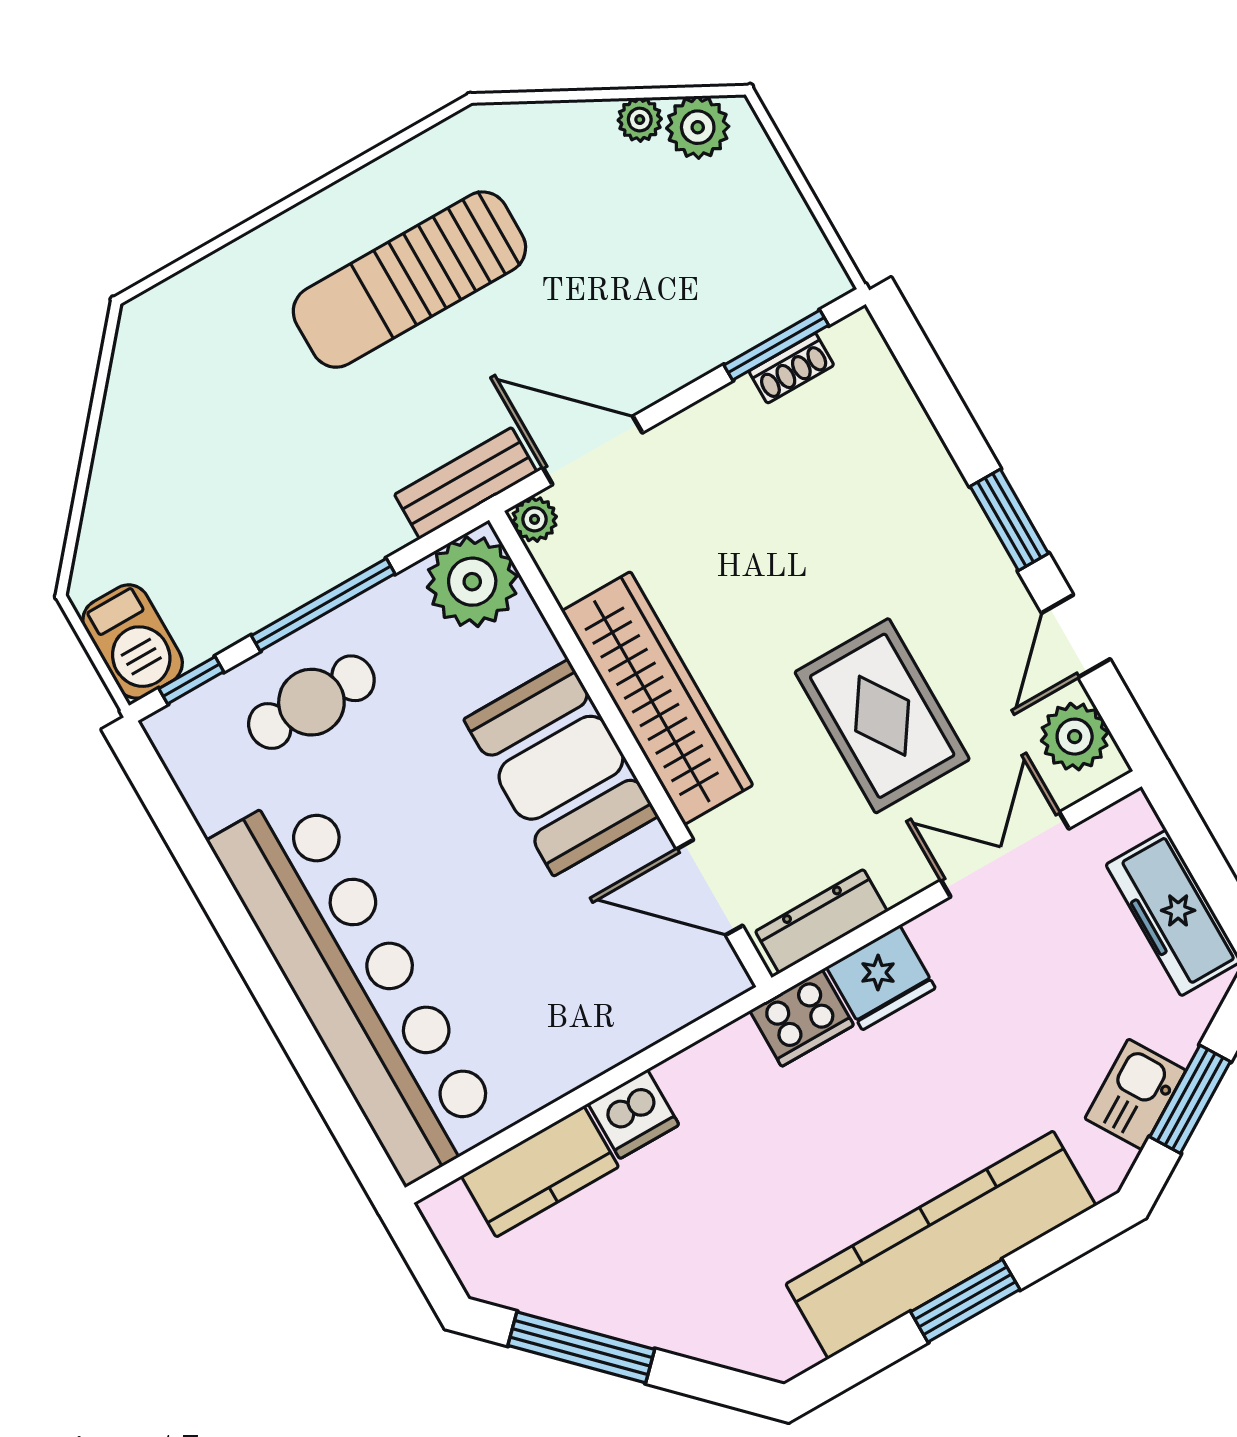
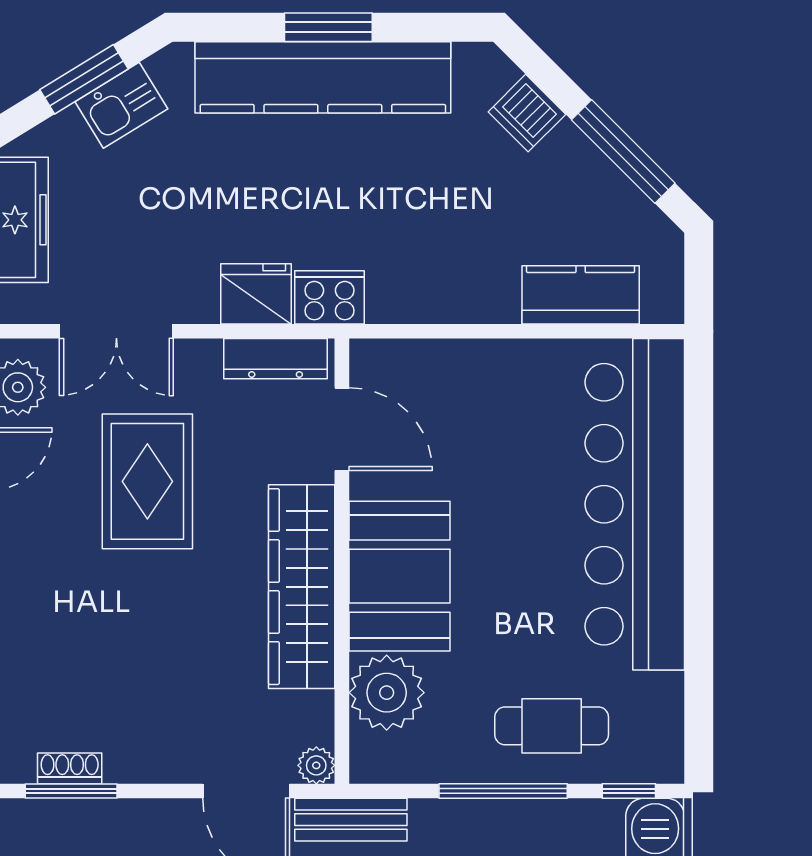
plant: (472, 582) -> (387, 693), moved
dishwasher: (634, 1114) -> (527, 113), moved, turned -135

